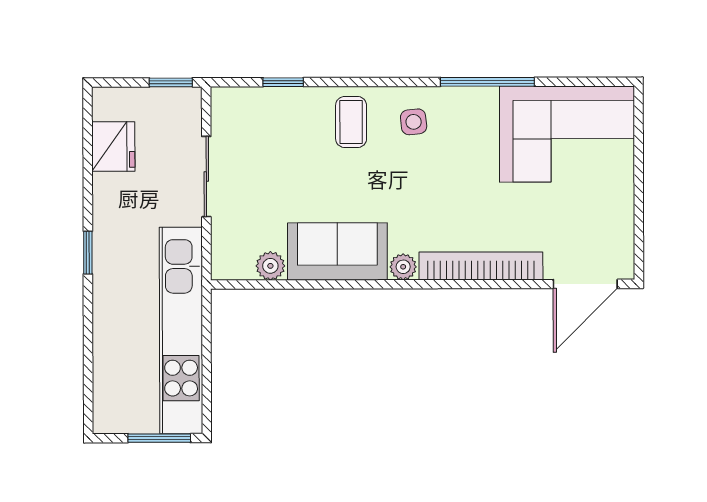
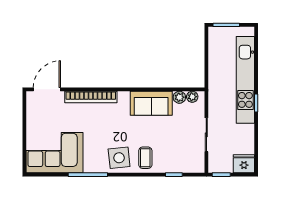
side table: (414, 122) -> (119, 158), width x1.87, depth x1.87
fridge: (113, 146) -> (244, 164), moved, turned 90
plant: (403, 267) -> (192, 97), moved
kitchen unit: (181, 331) -> (245, 80), moved, turned 180

